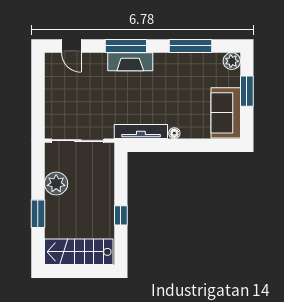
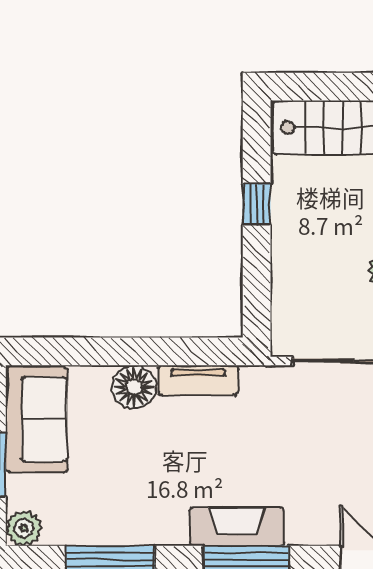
tv unit: (141, 131) -> (198, 380), width x0.71
floor lamp: (174, 133) -> (134, 387), width x1.89, depth x1.89

